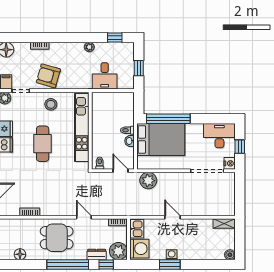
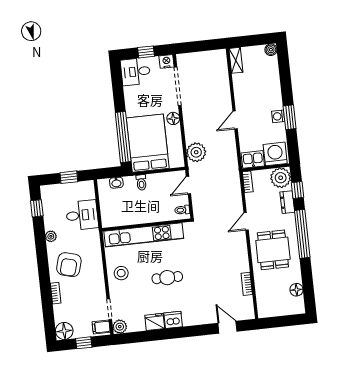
armchair: (48, 76) -> (69, 265), moved
desk: (219, 136) -> (136, 72), width x0.73
washbasin: (129, 141) -> (116, 183), moved
cafe table: (43, 144) -> (167, 278), width x0.73, depth x0.74
floor lamp: (180, 164) -> (173, 118), added

